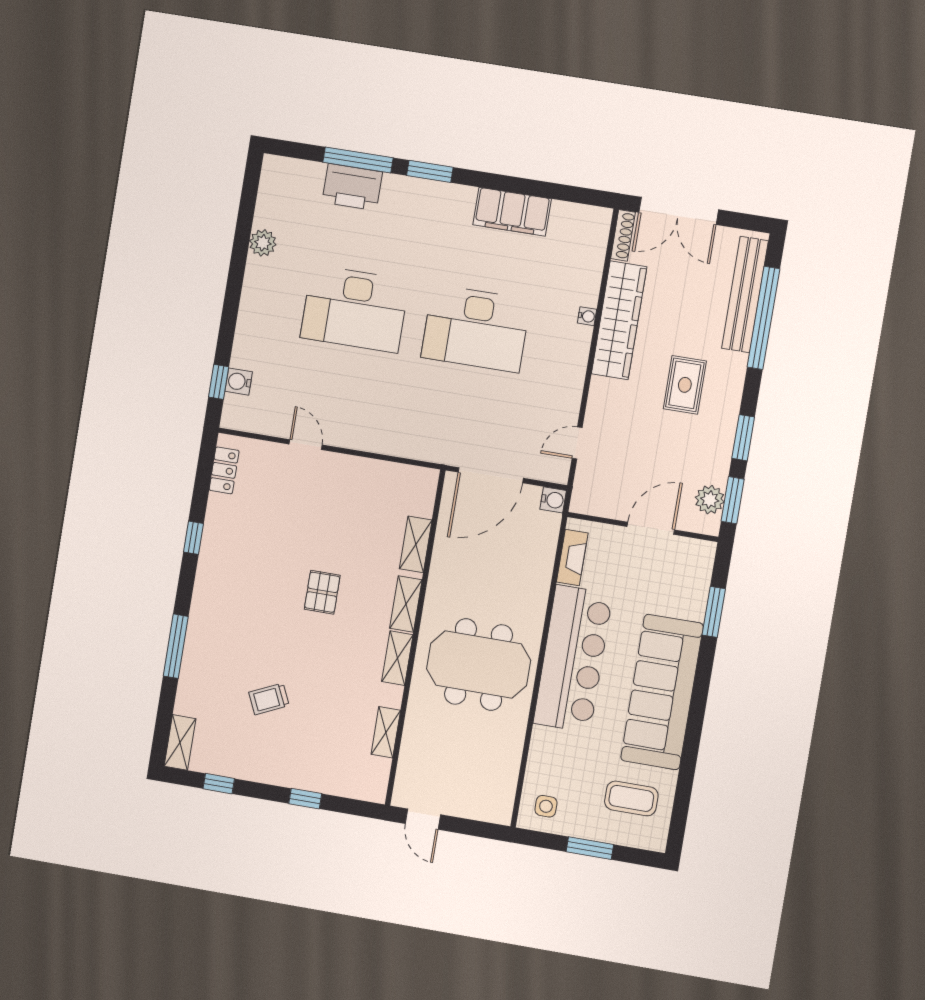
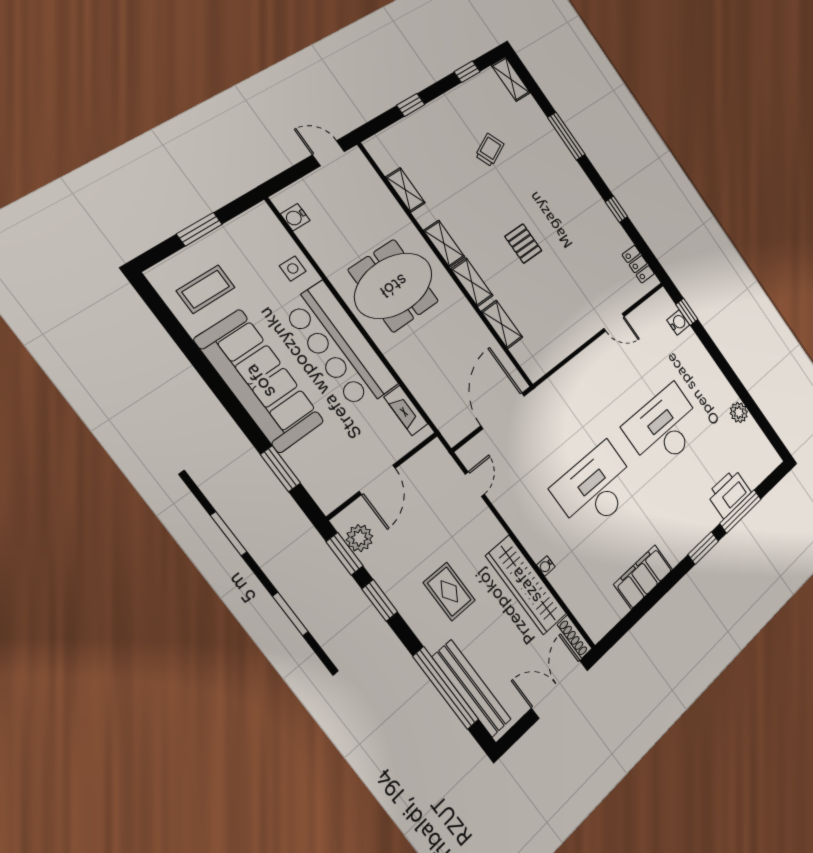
water cooler: (553, 500) -> (295, 217), moved
side table: (546, 806) -> (293, 269), moved

